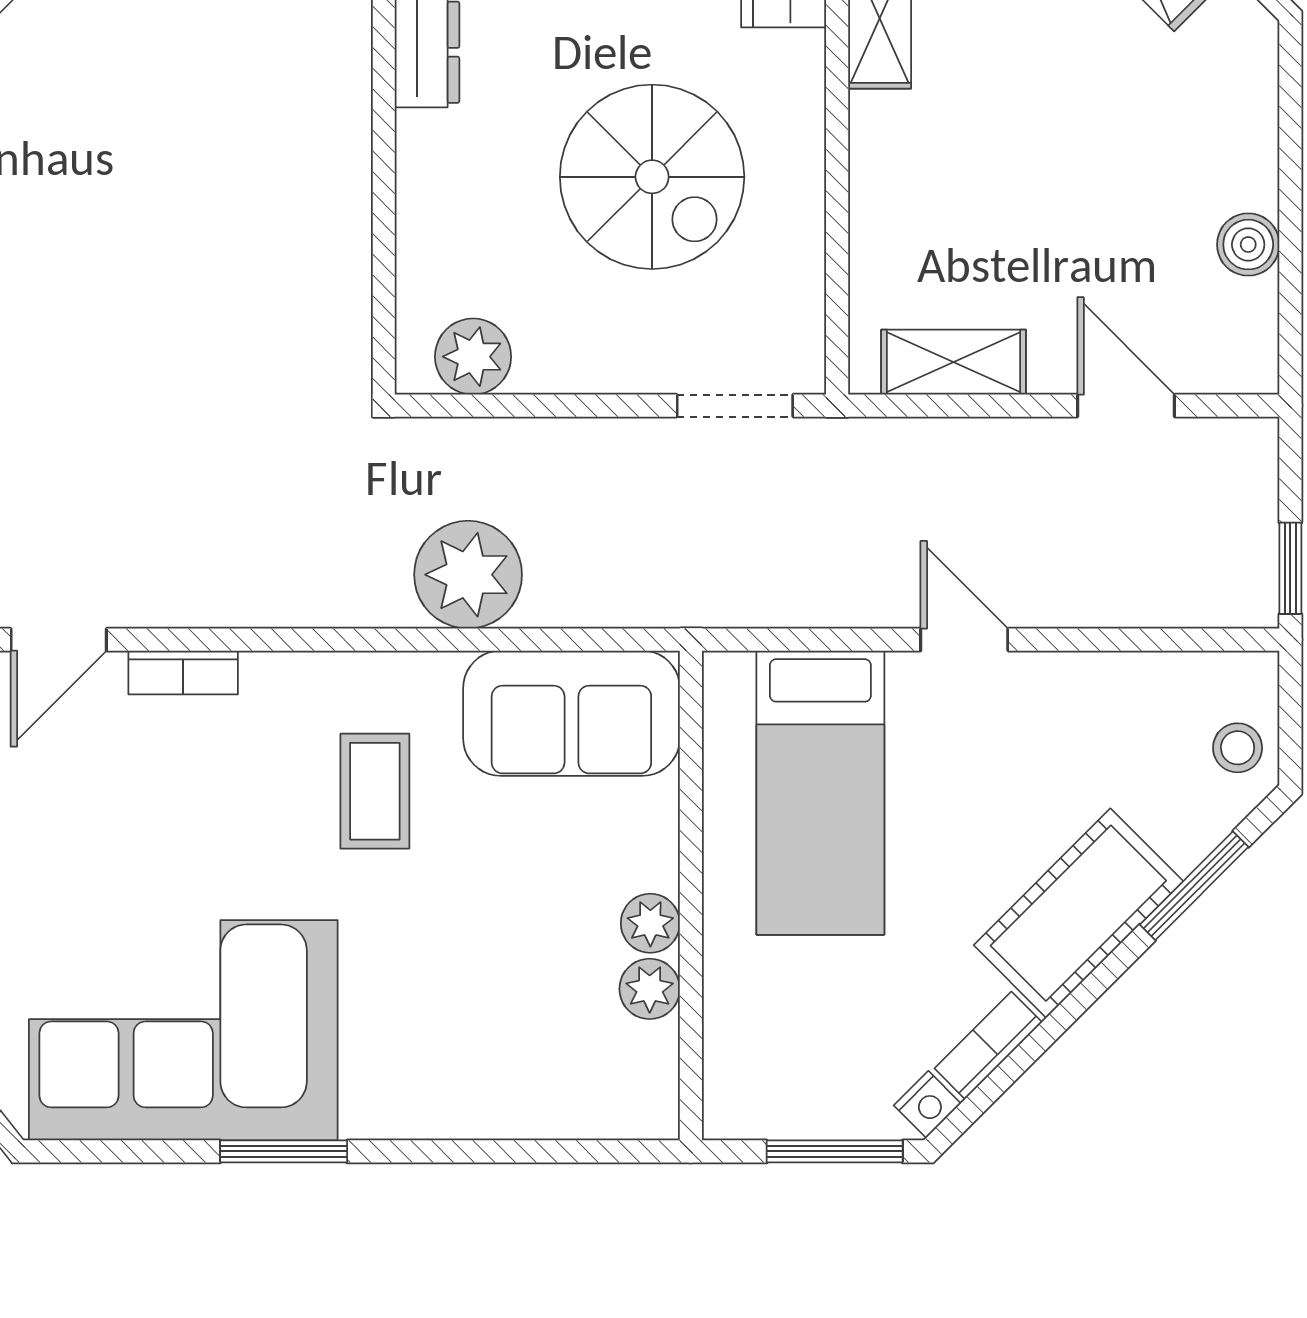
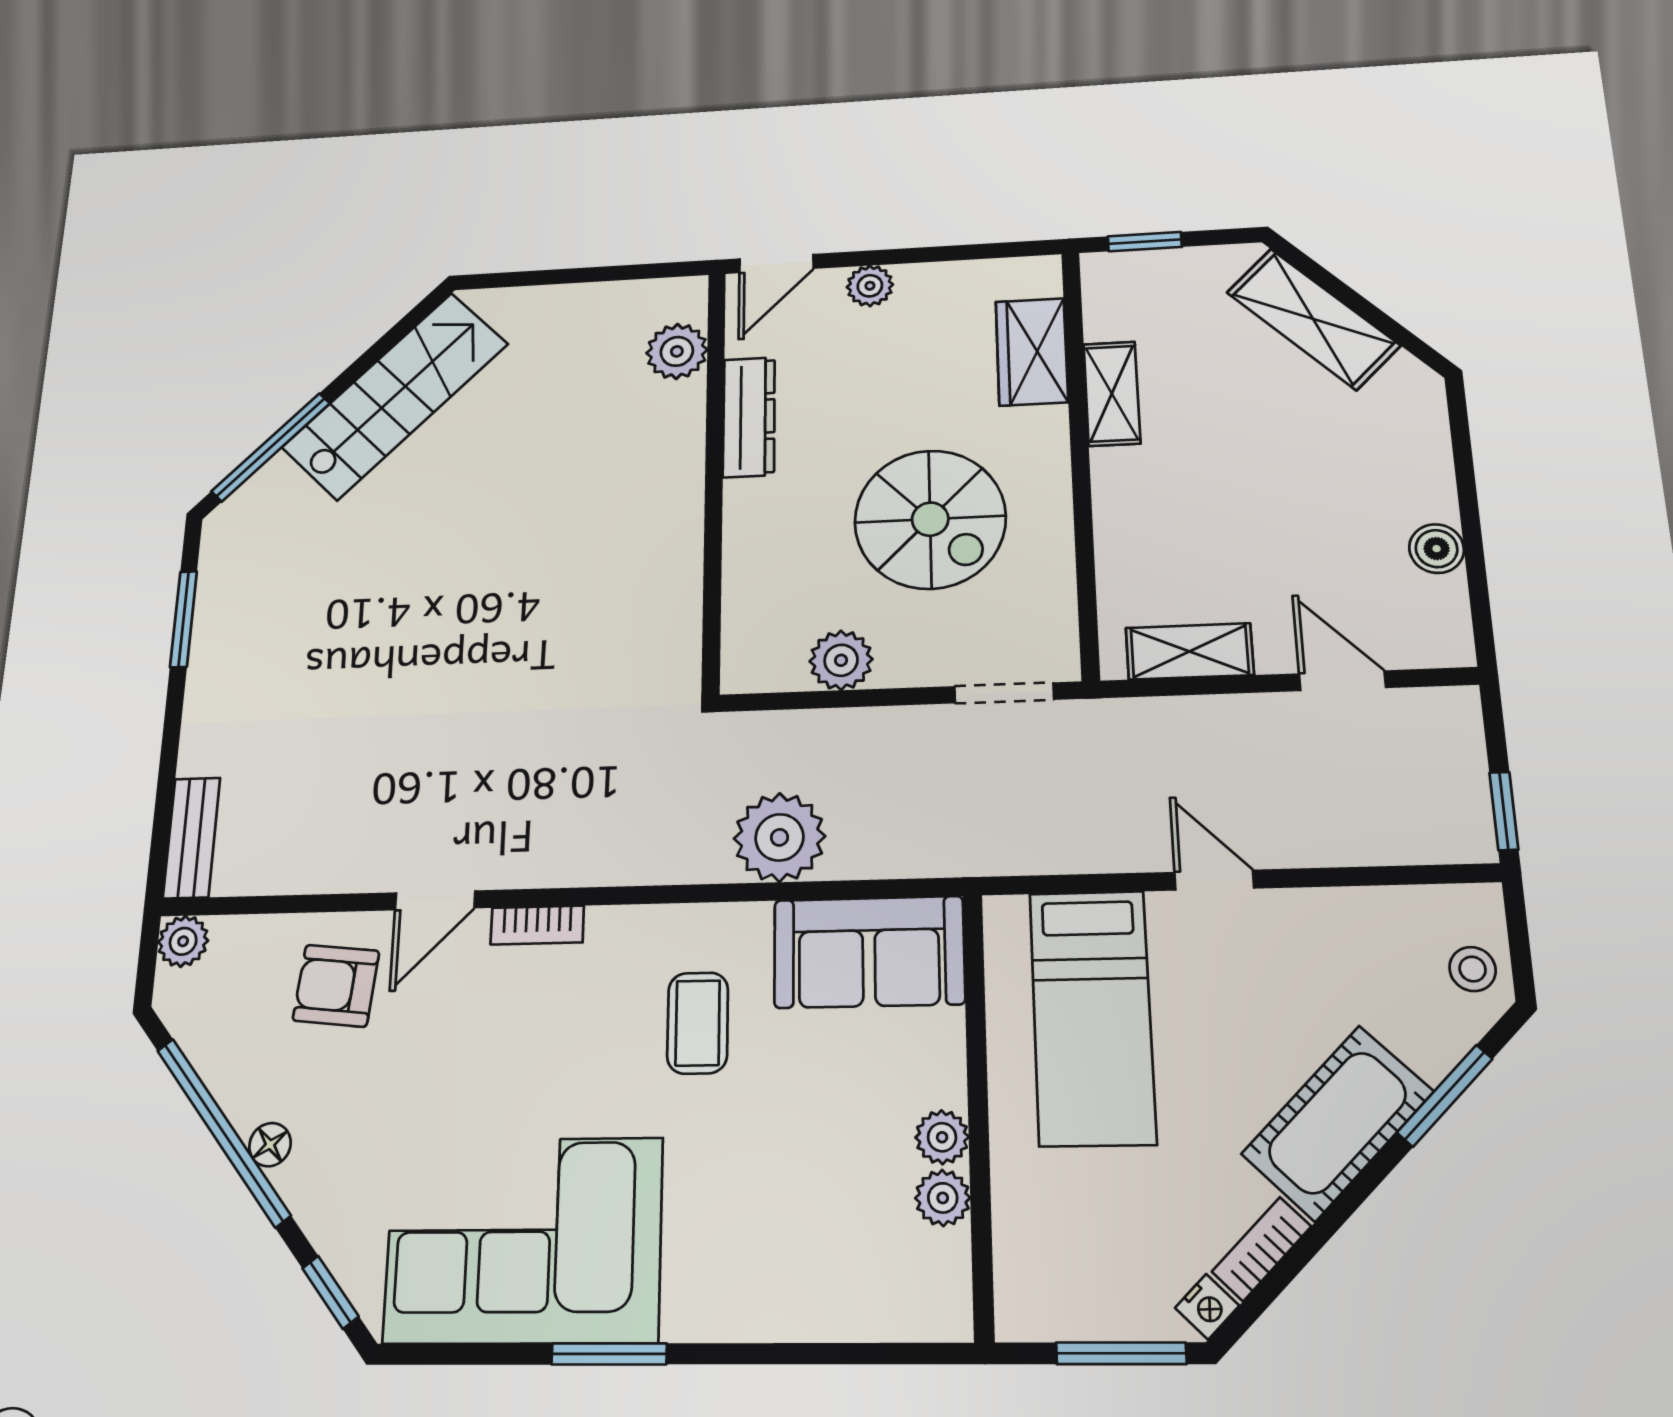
plant: (473, 357) -> (841, 660), moved

